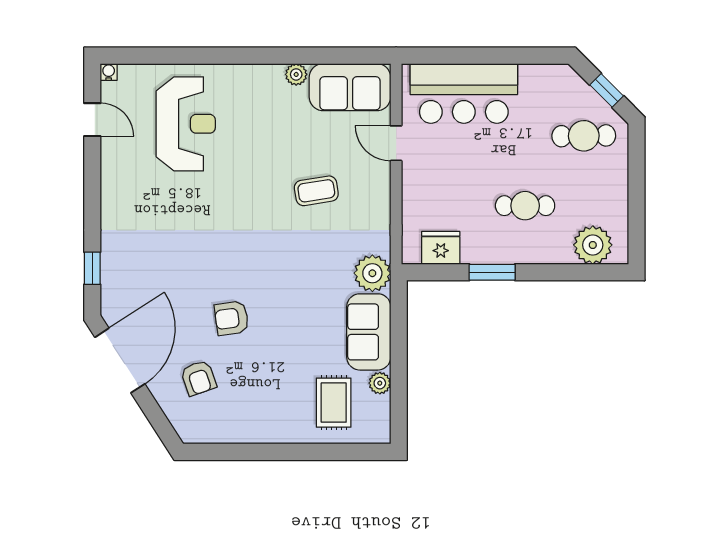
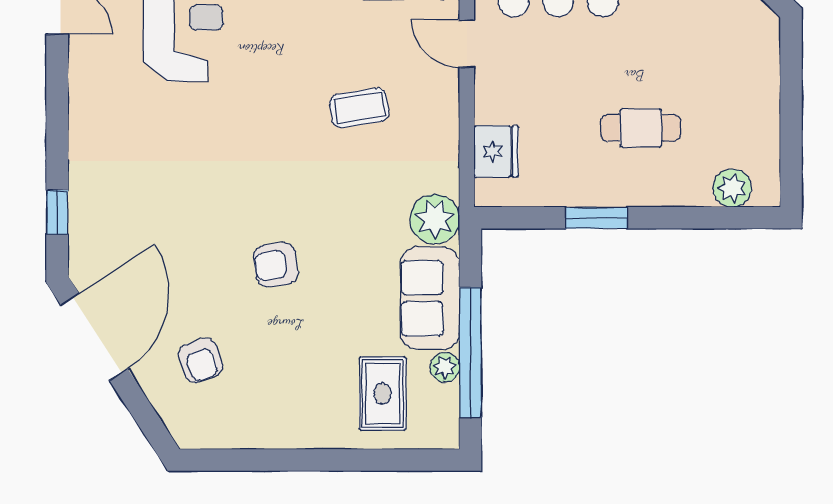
cafe table: (584, 136) -> (720, 34), removed
plant: (593, 245) -> (732, 188), width x0.73, depth x0.73
fridge: (441, 248) -> (496, 151), moved, turned 90
armchair: (232, 318) -> (276, 265), moved
window: (399, 372) -> (470, 352), added

